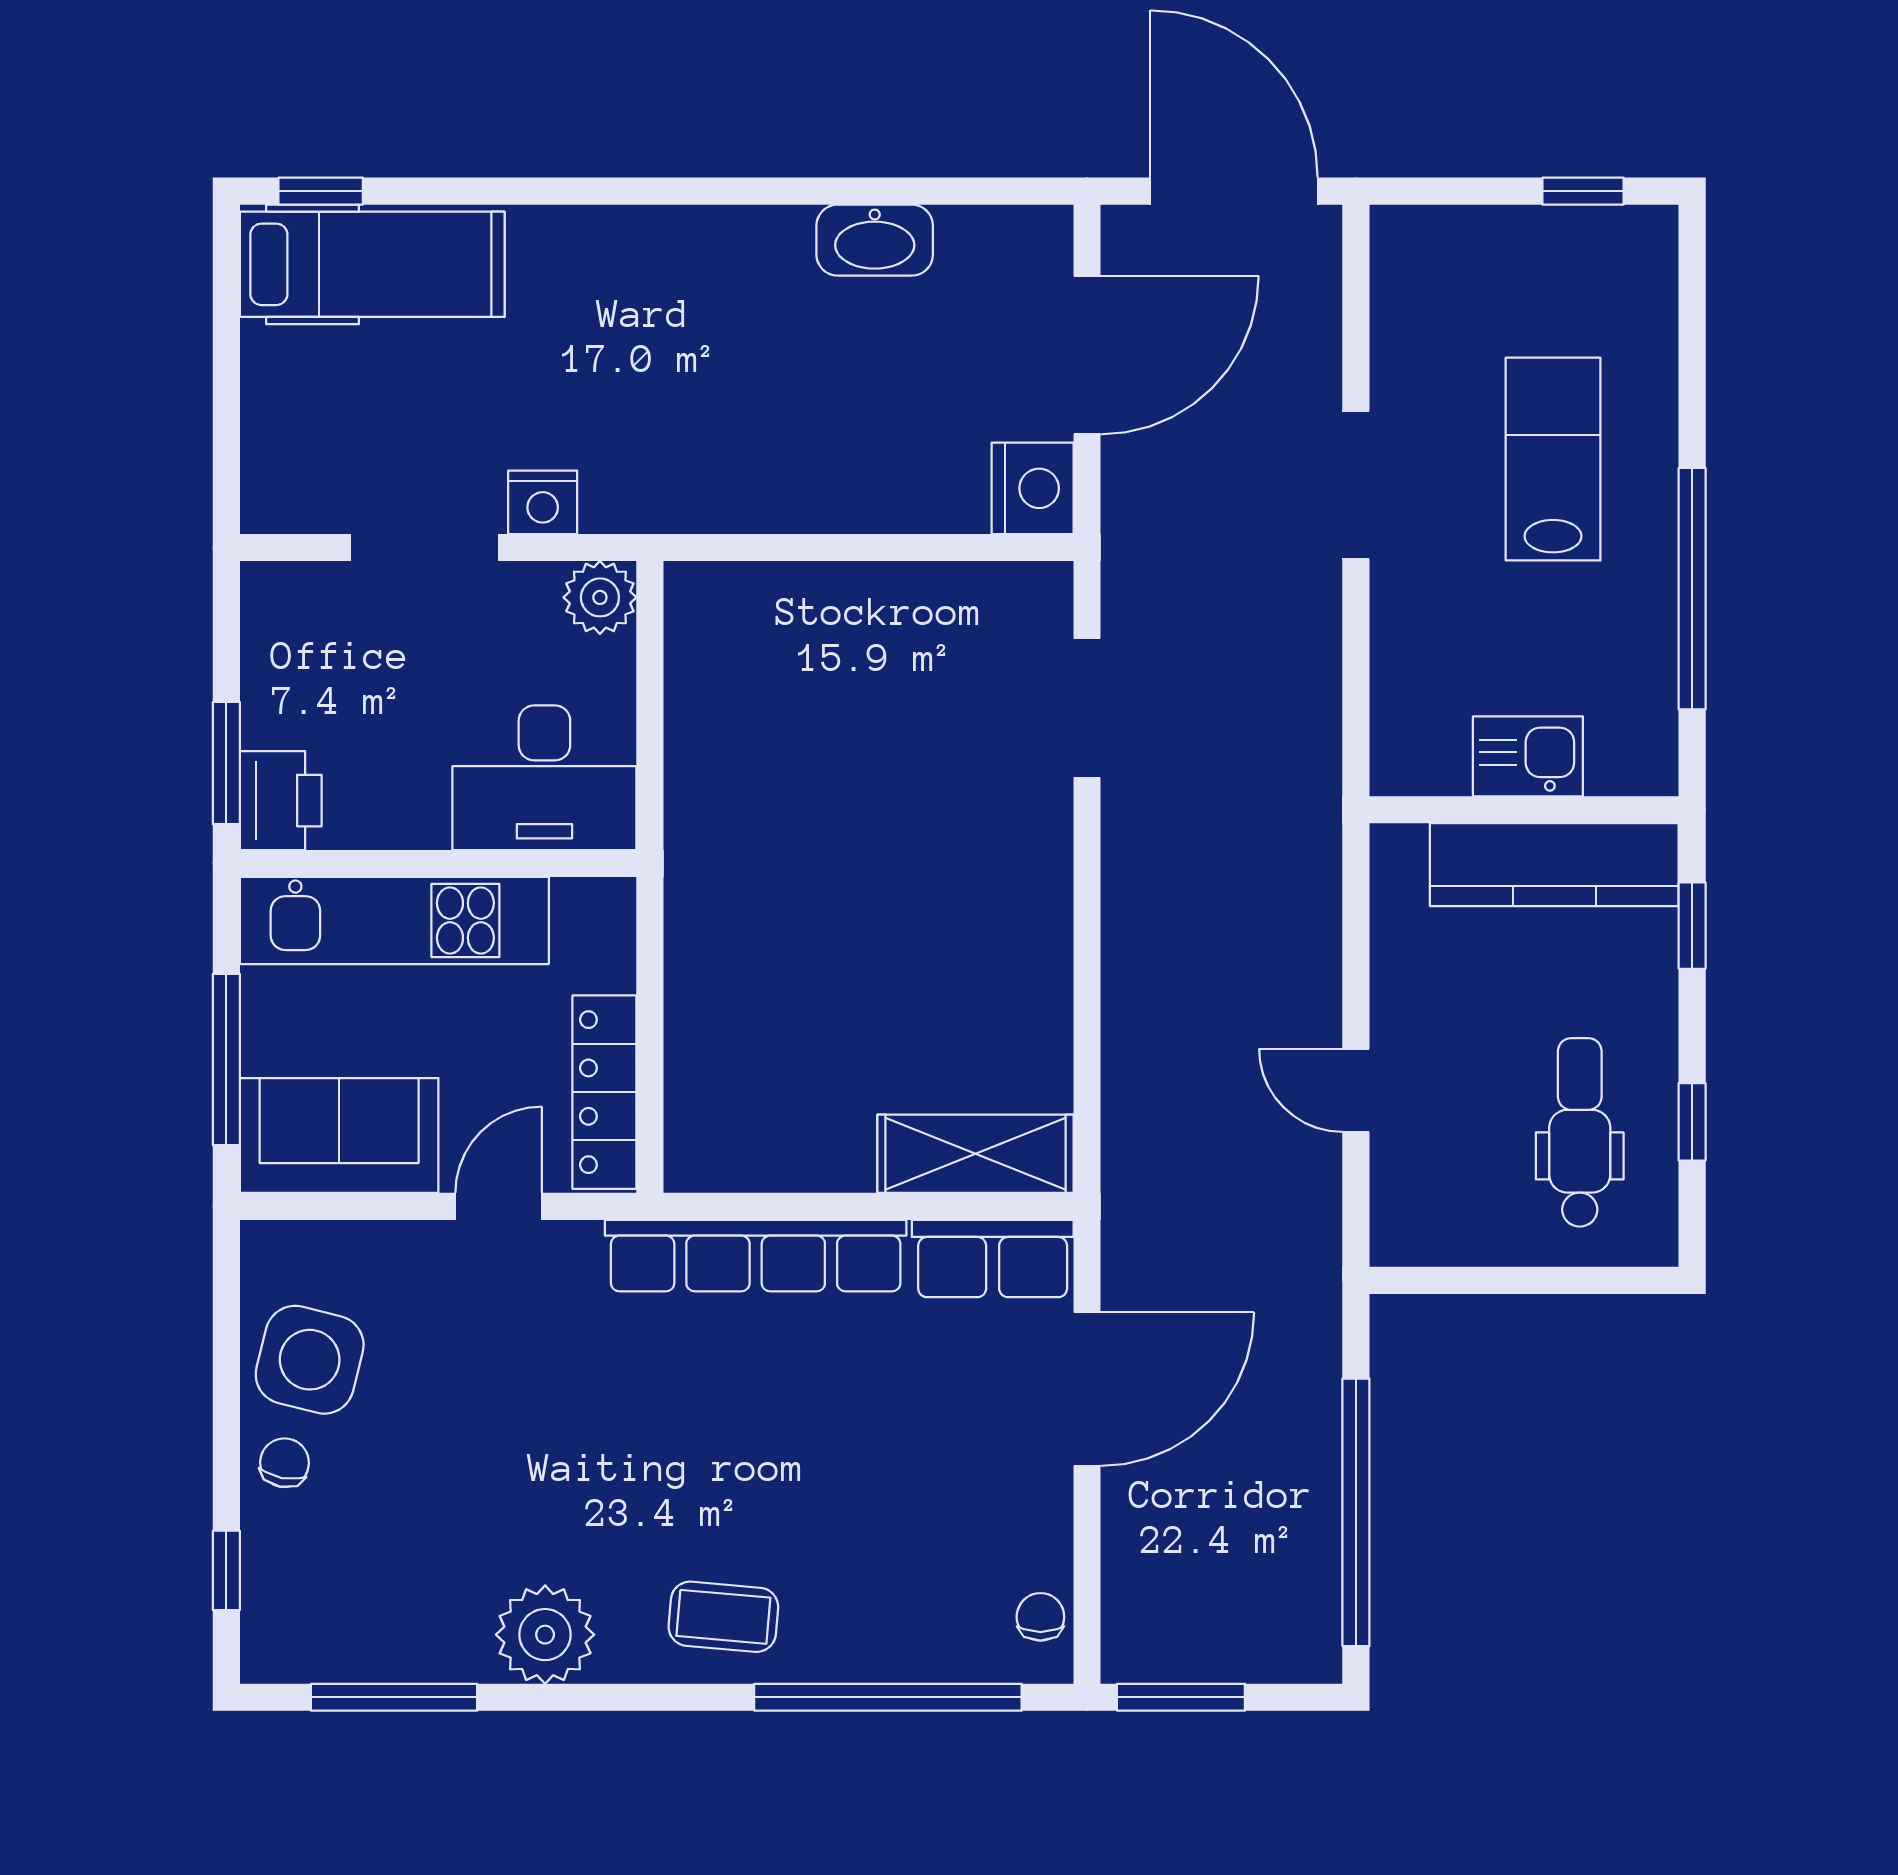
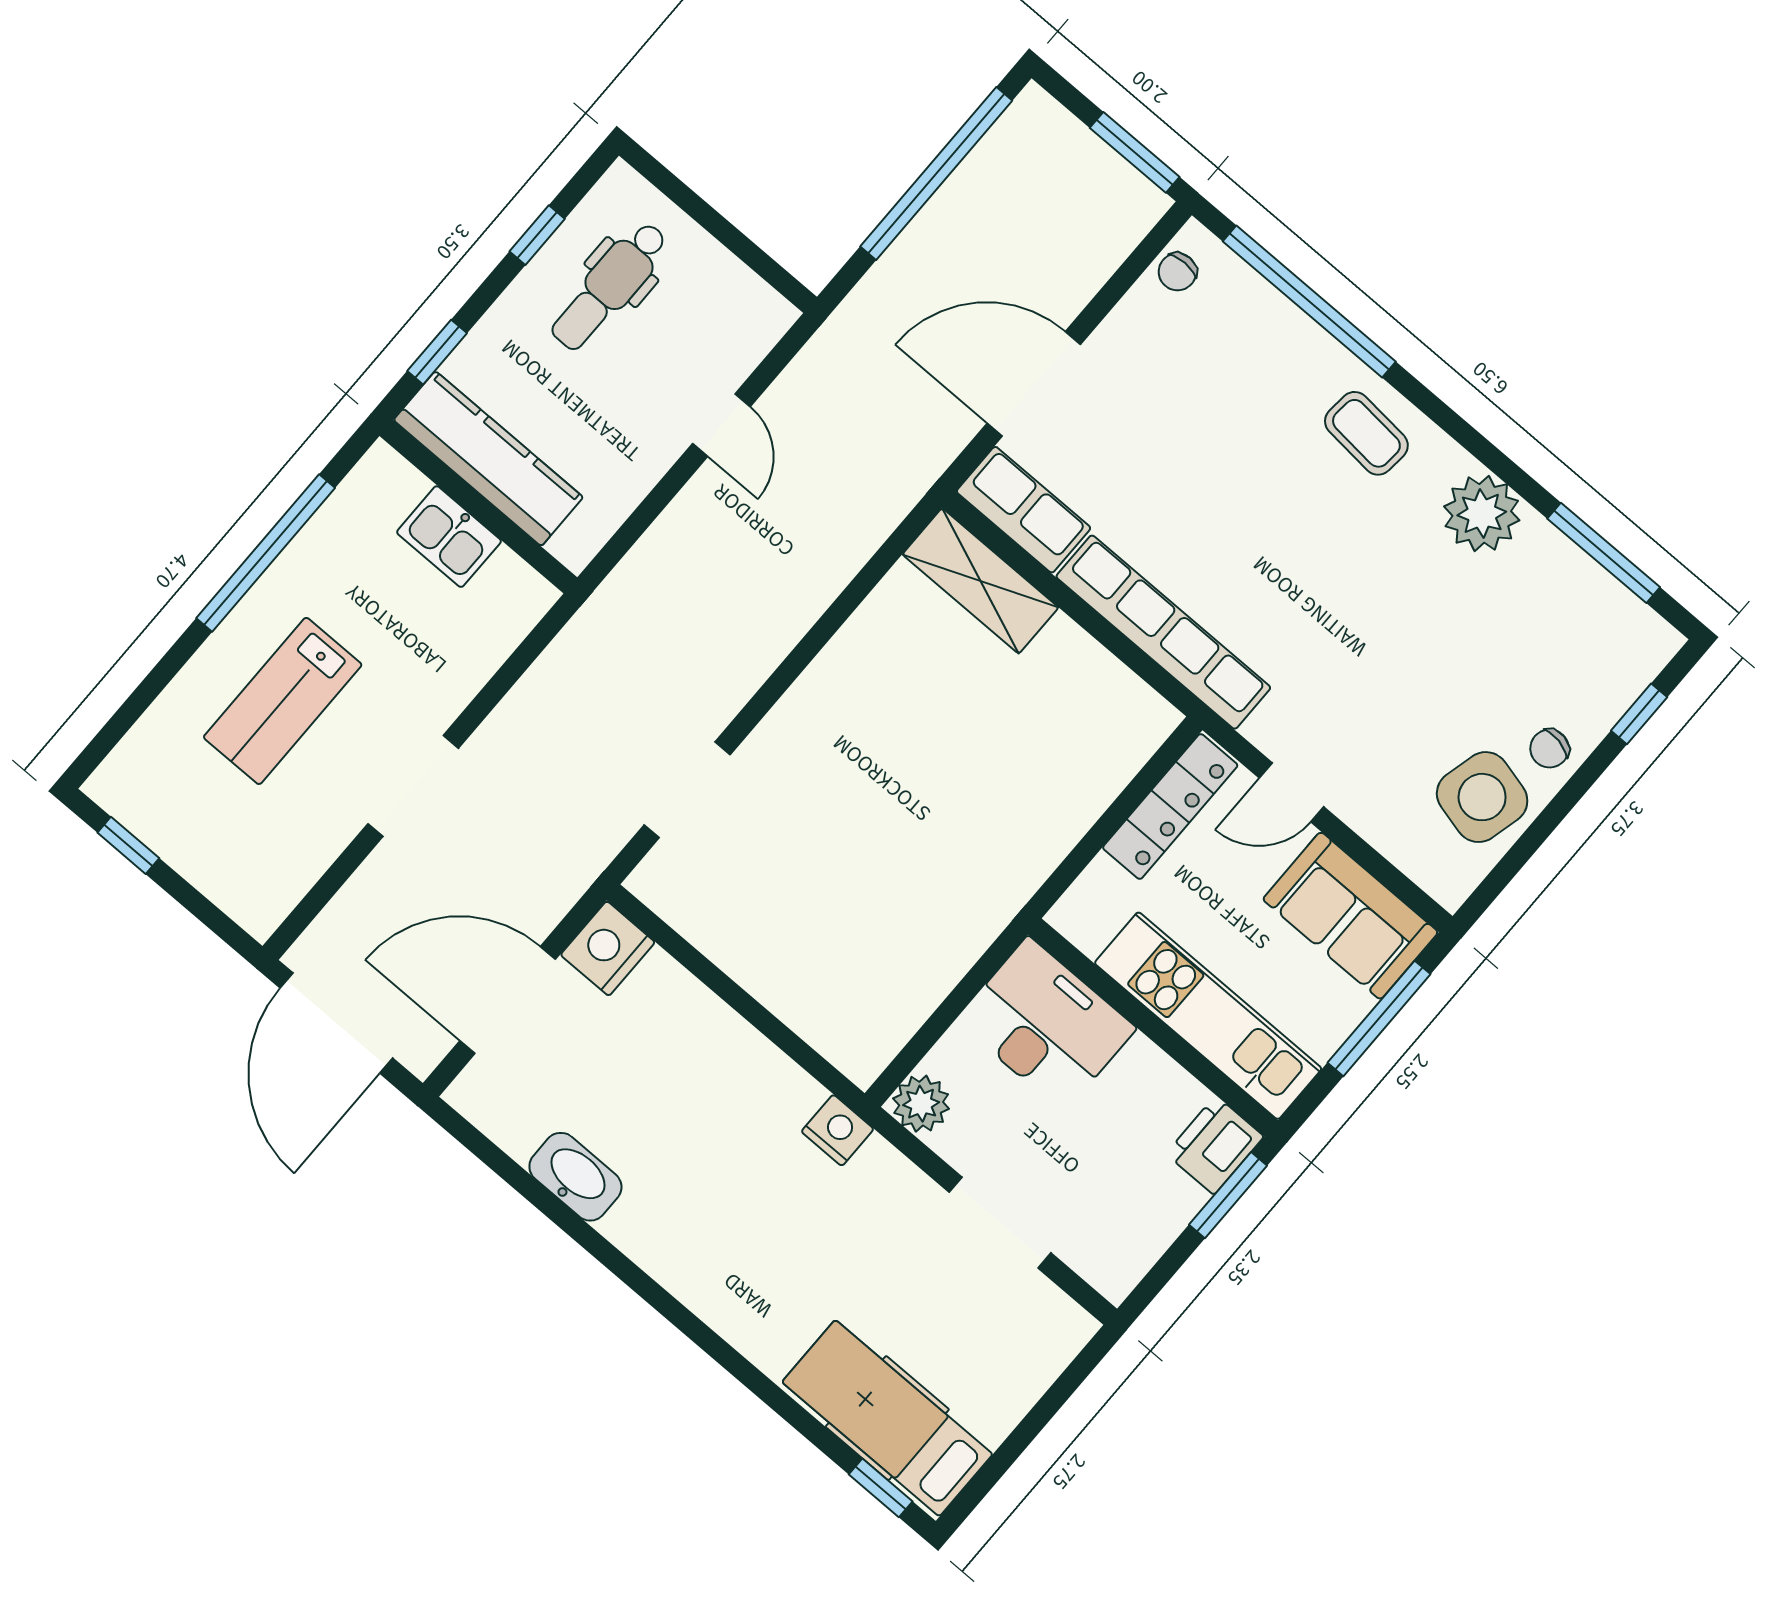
nightstand: (543, 502) -> (837, 1130), moved

